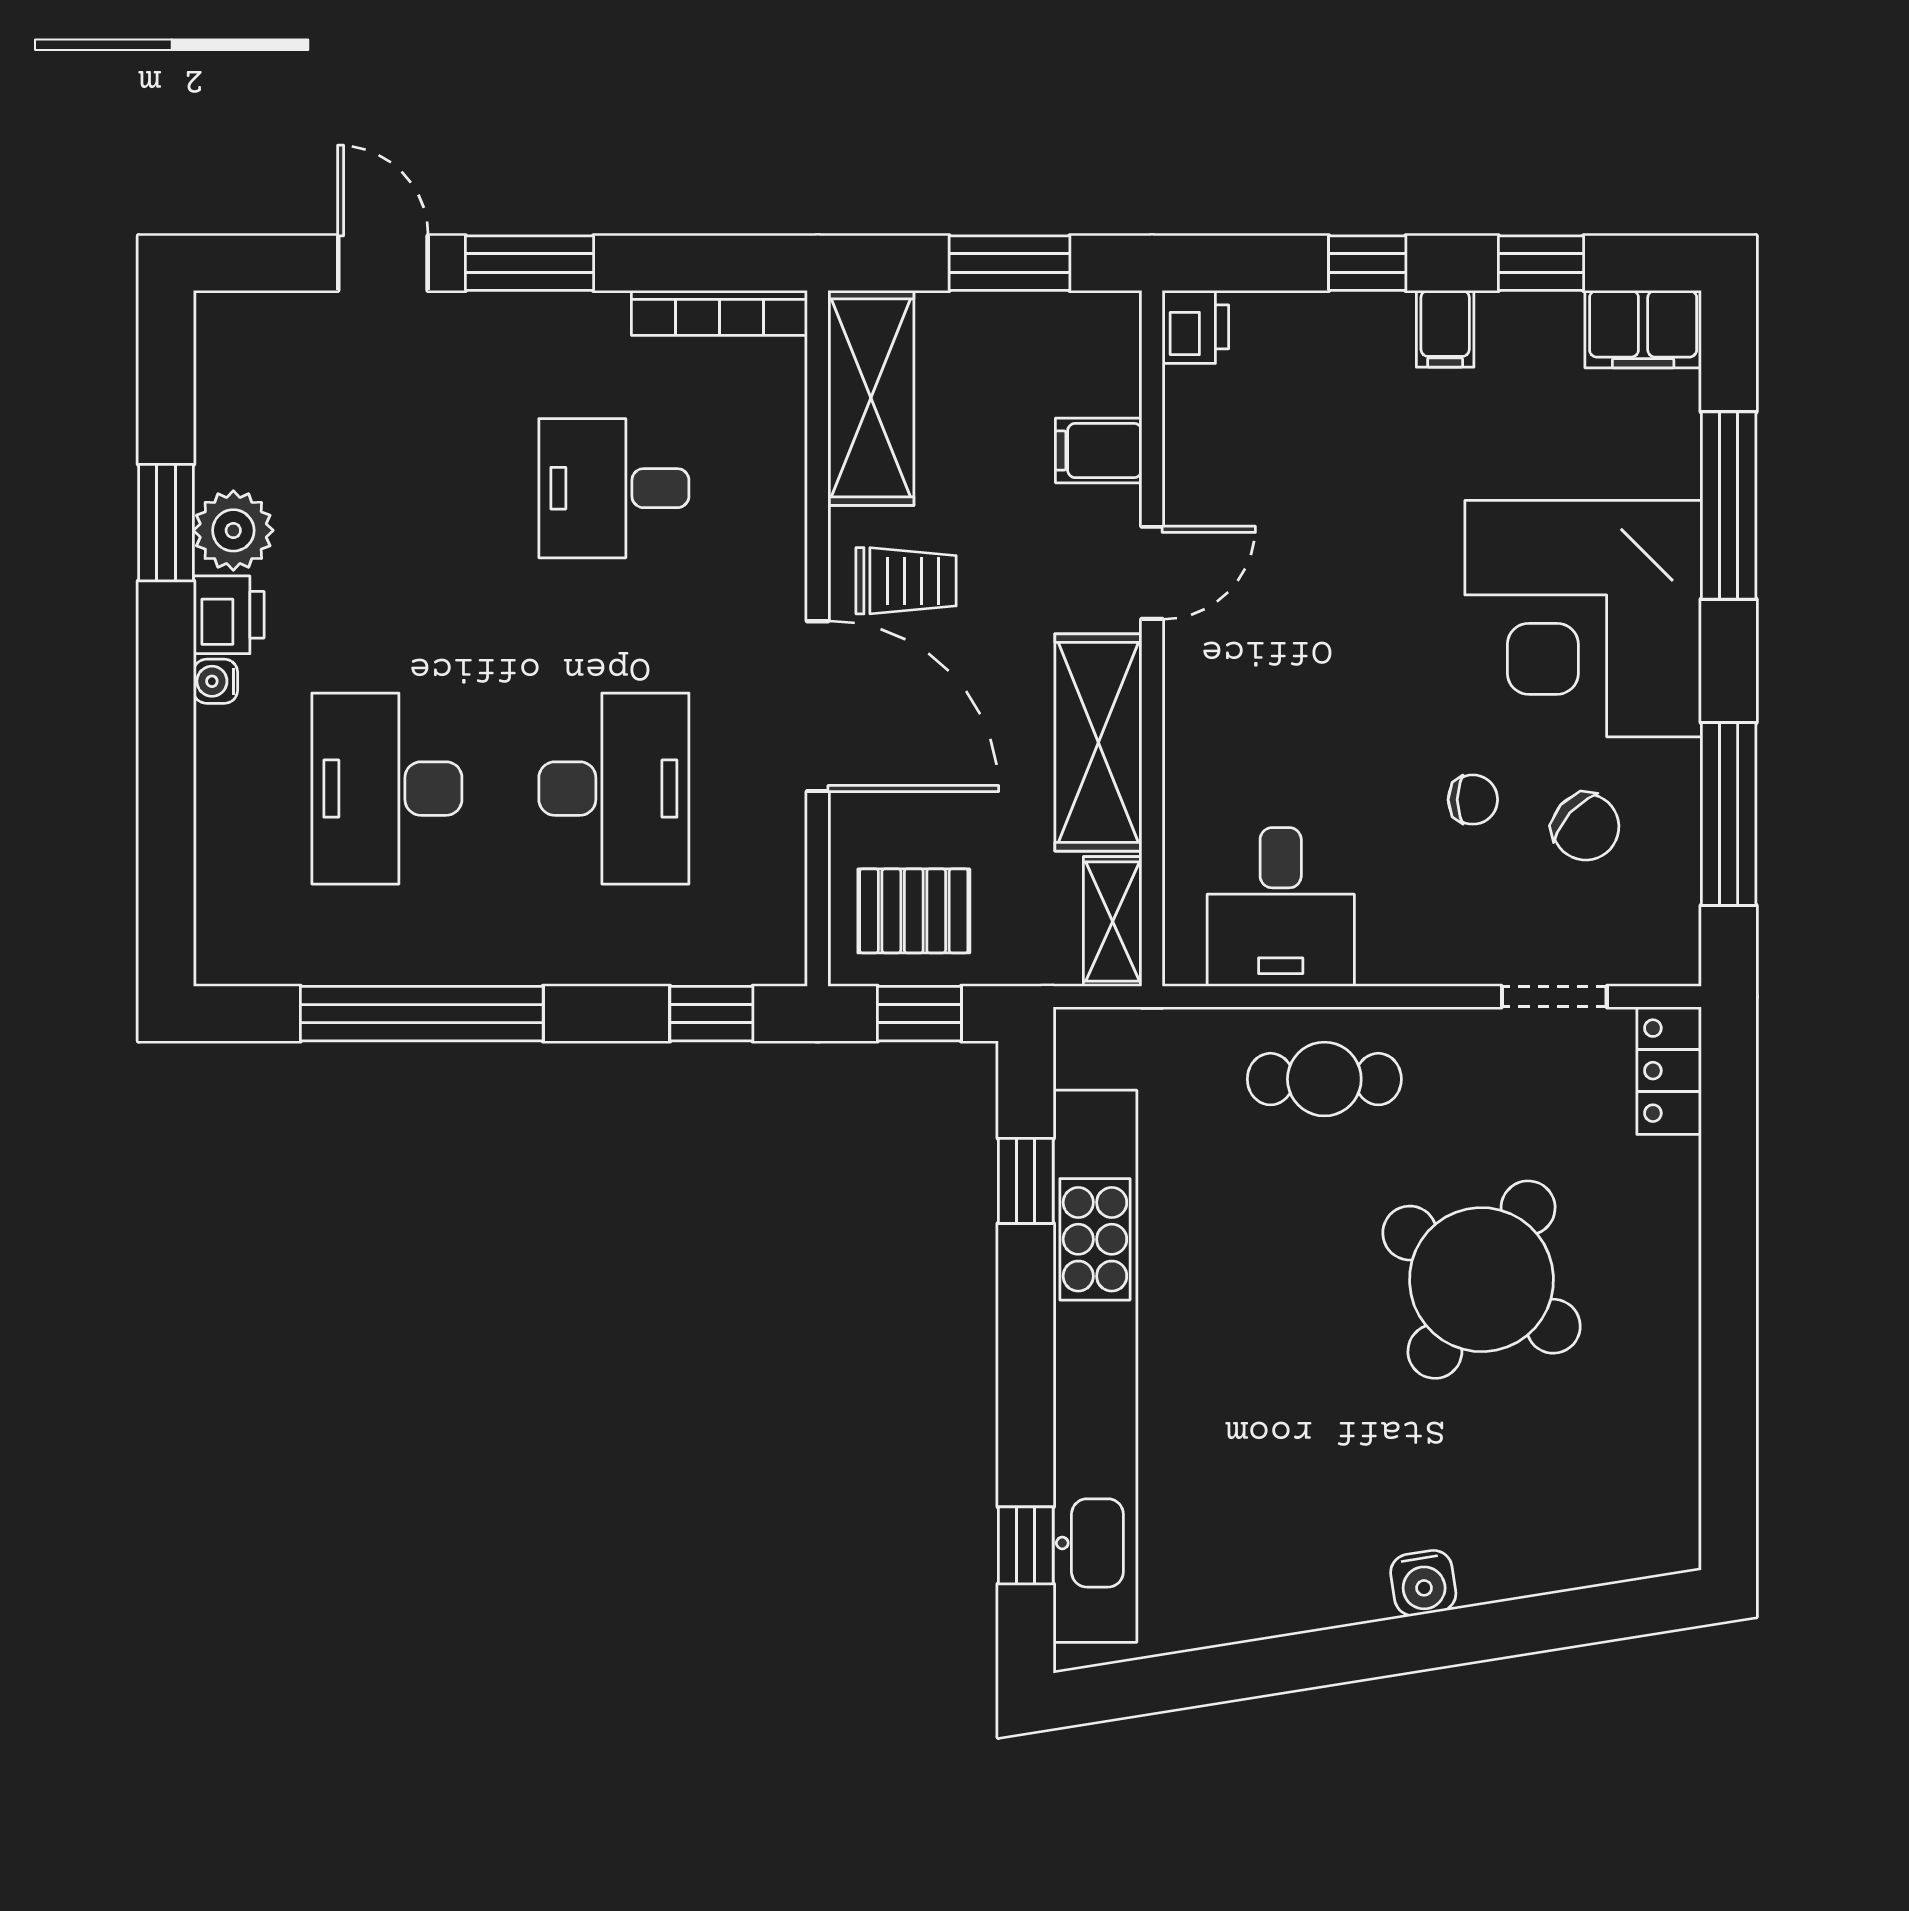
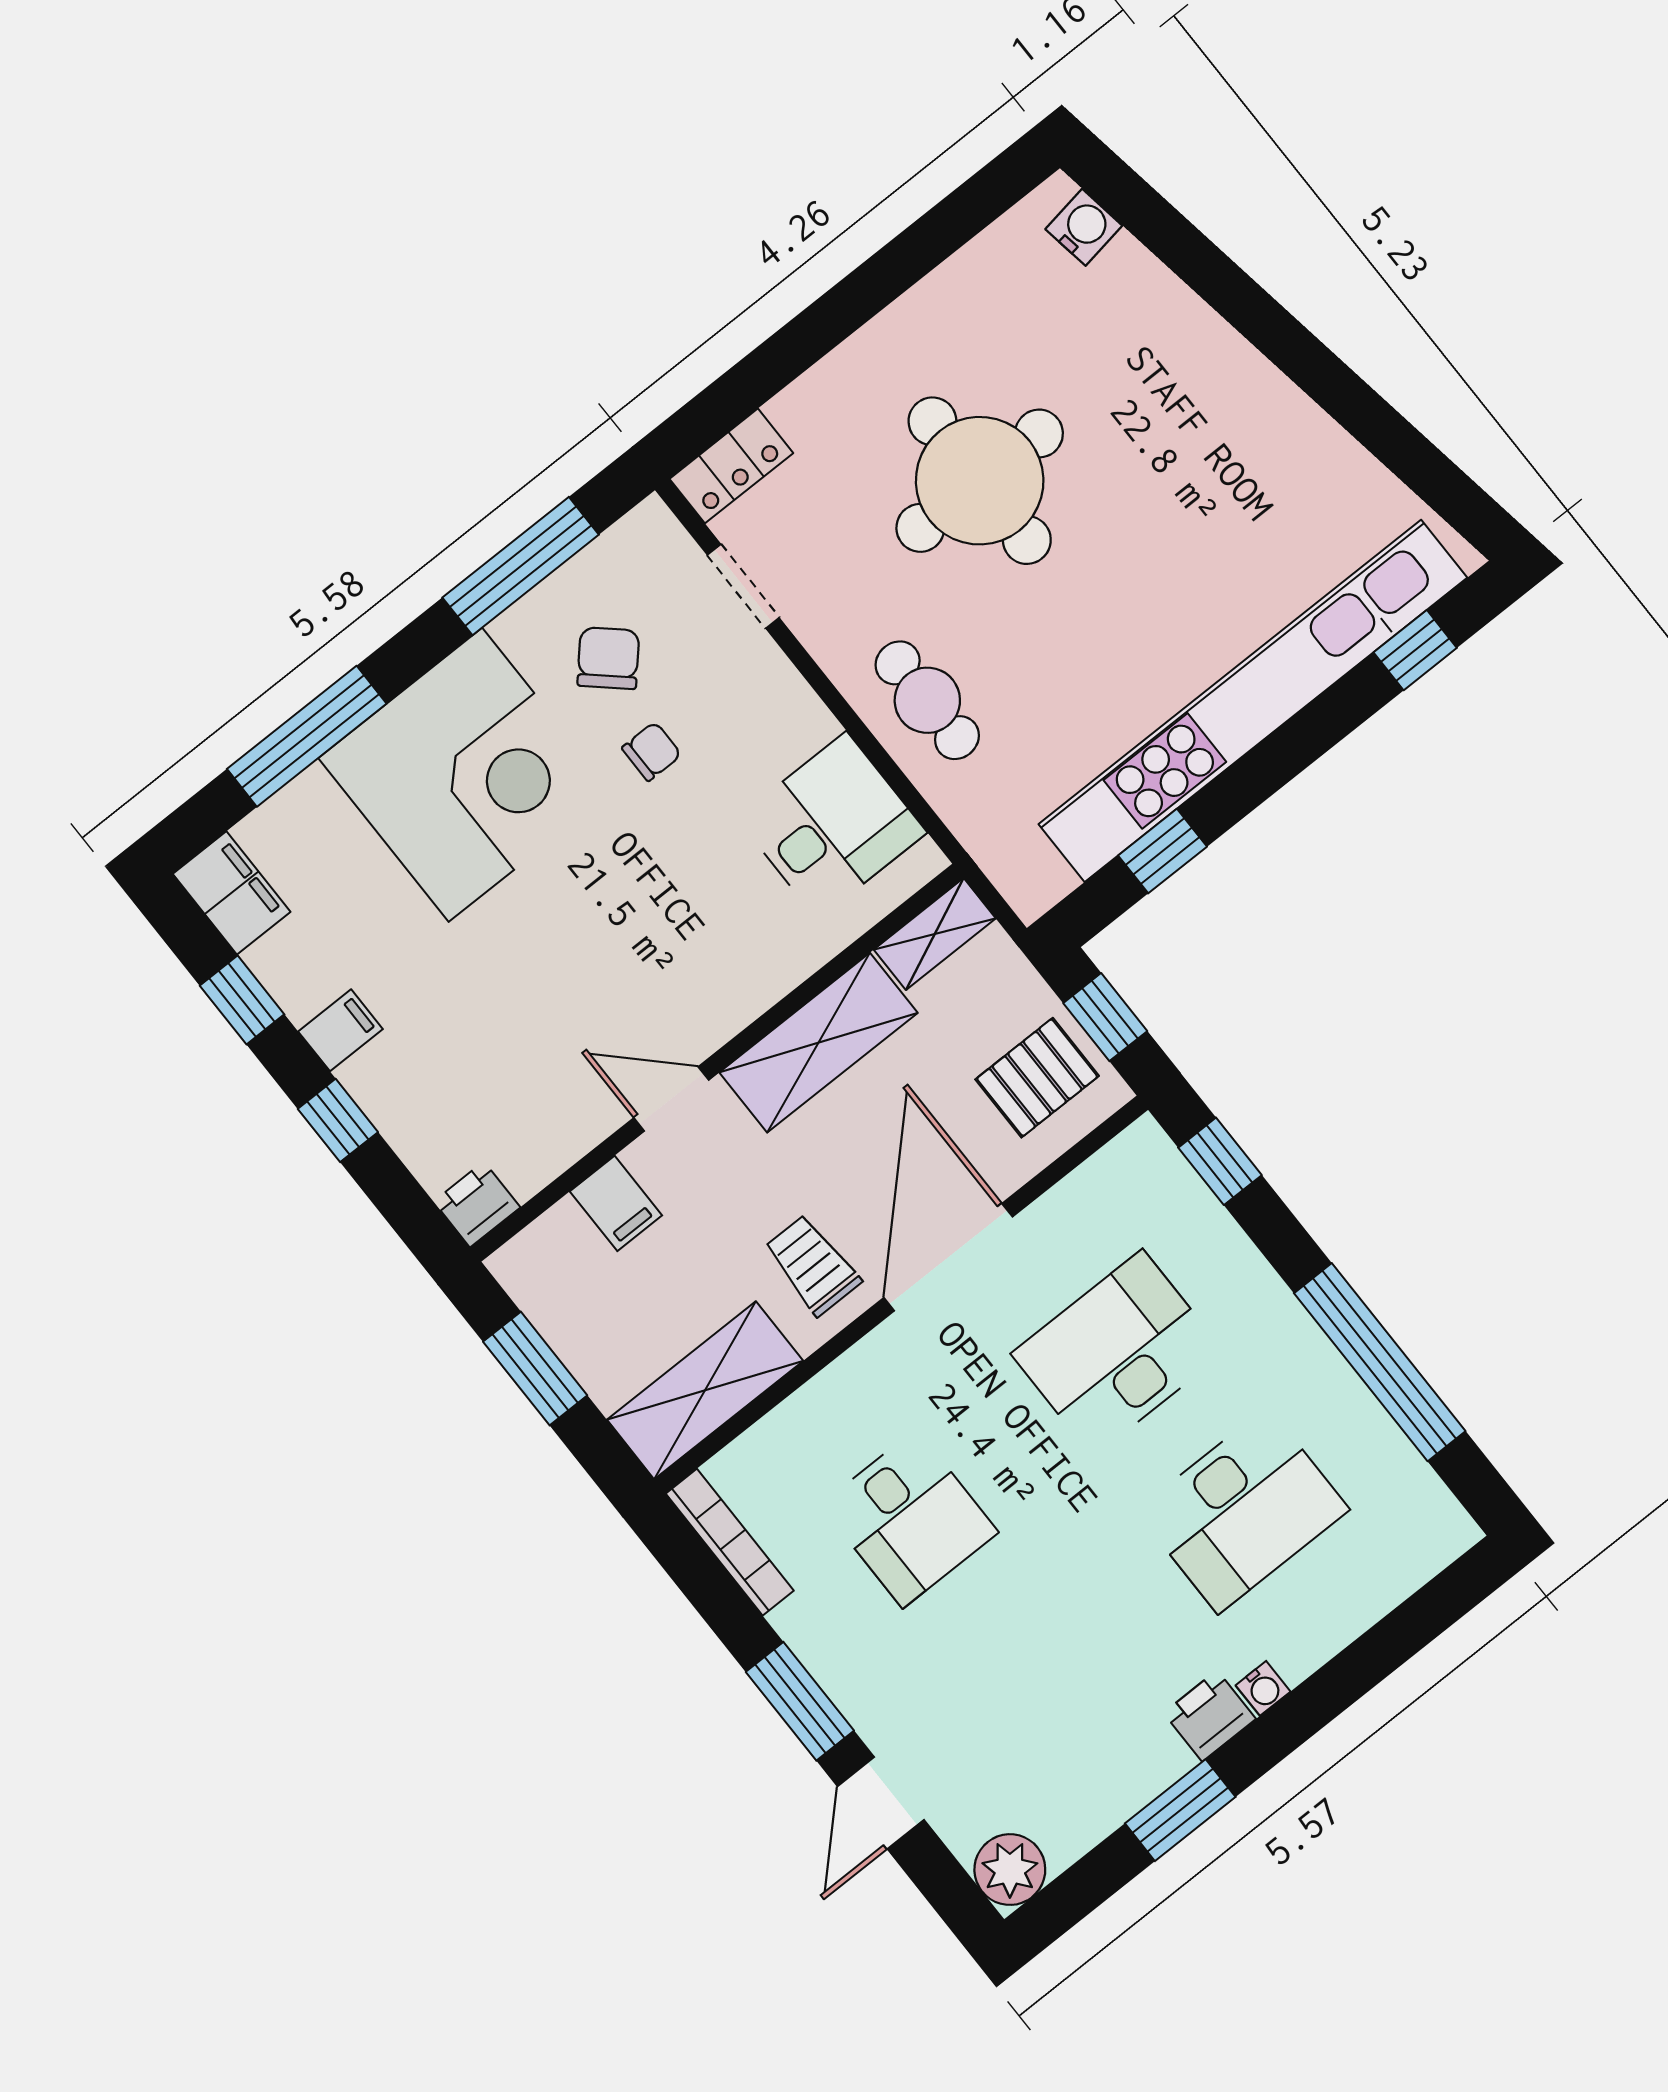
plant: (233, 530) -> (1010, 1870), moved
chair: (1473, 800) -> (652, 751), turned 90
pallet: (914, 911) -> (1037, 1078), turned 90
round table: (1481, 1280) -> (980, 481), turned -33
water cooler: (1423, 1583) -> (1084, 227), moved

